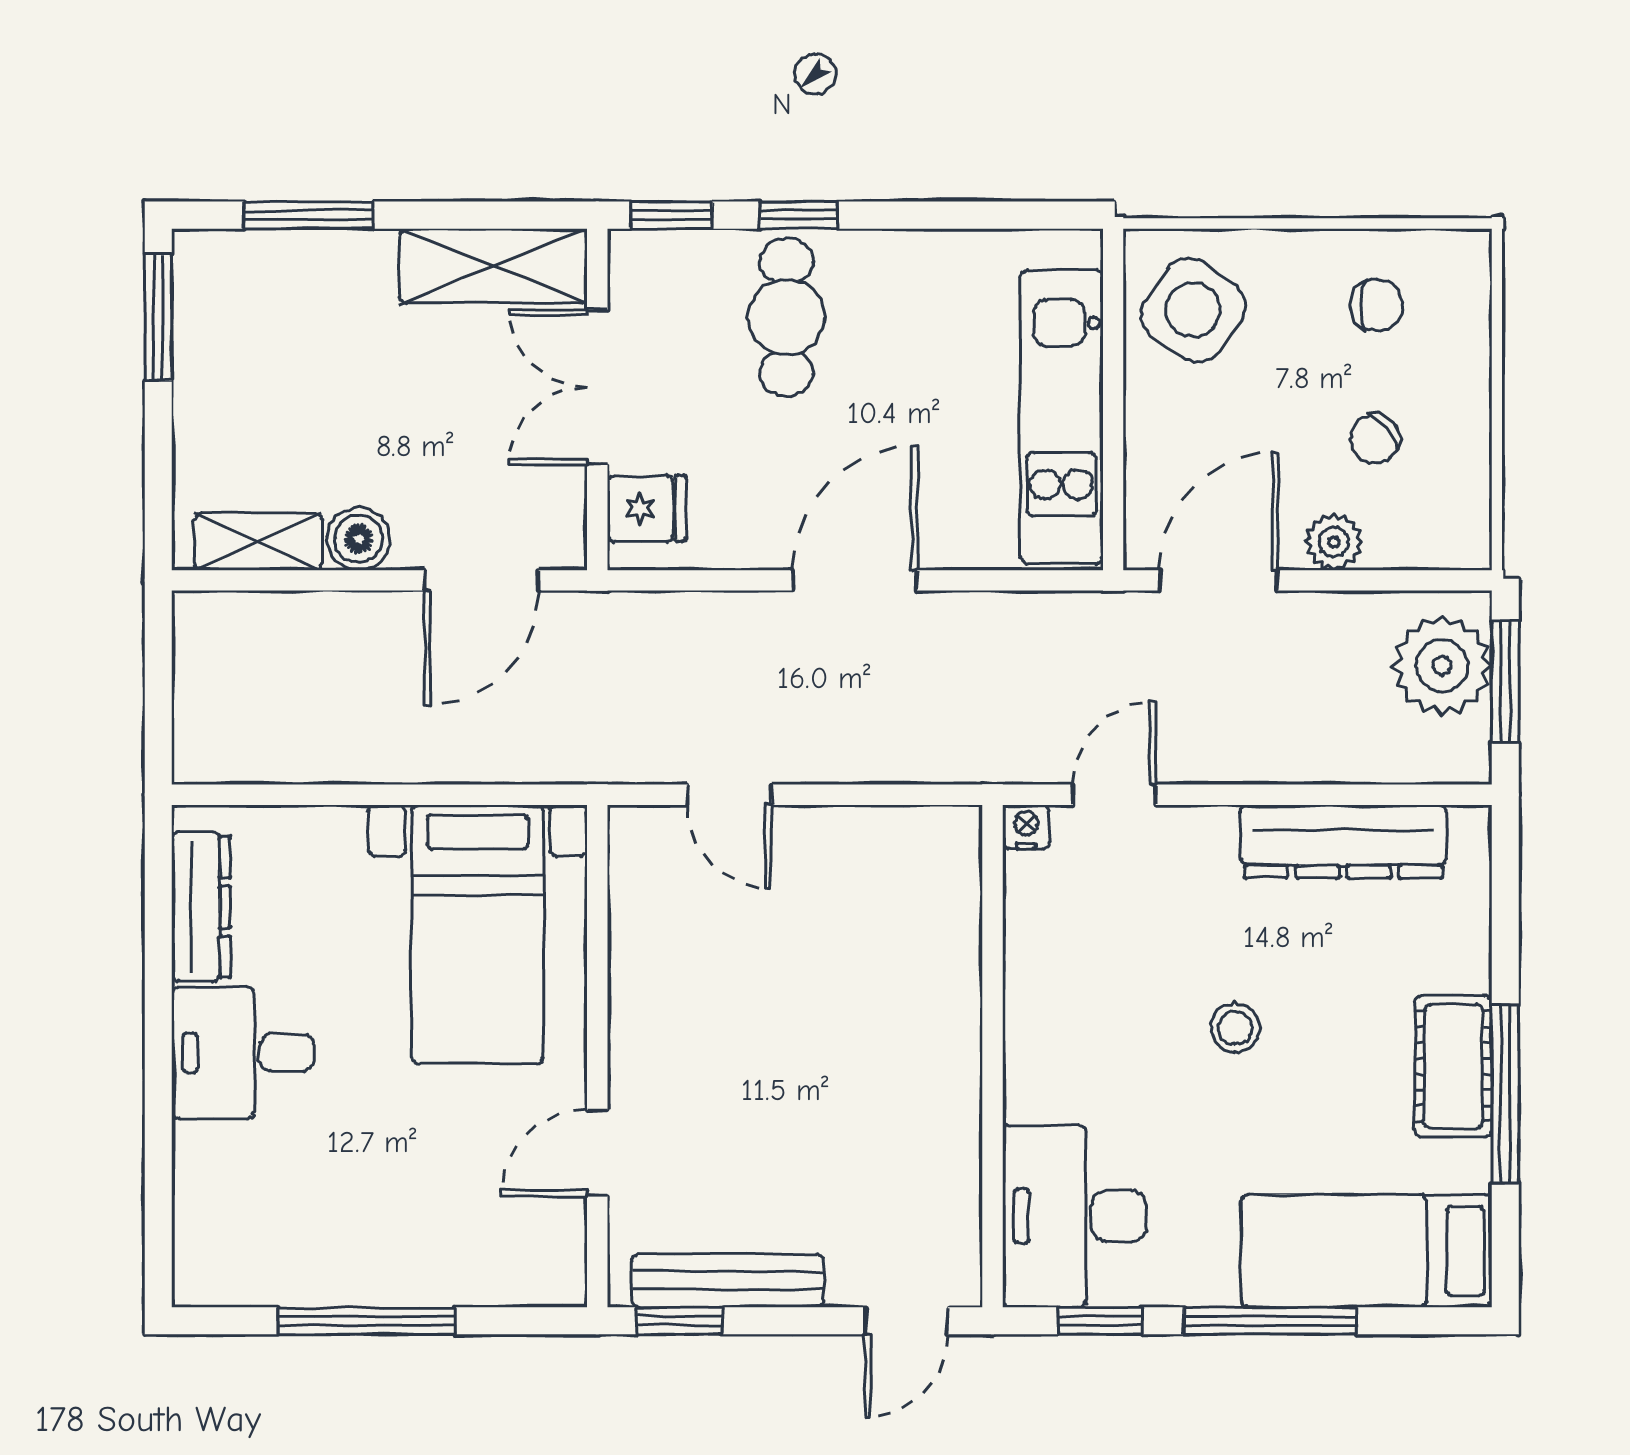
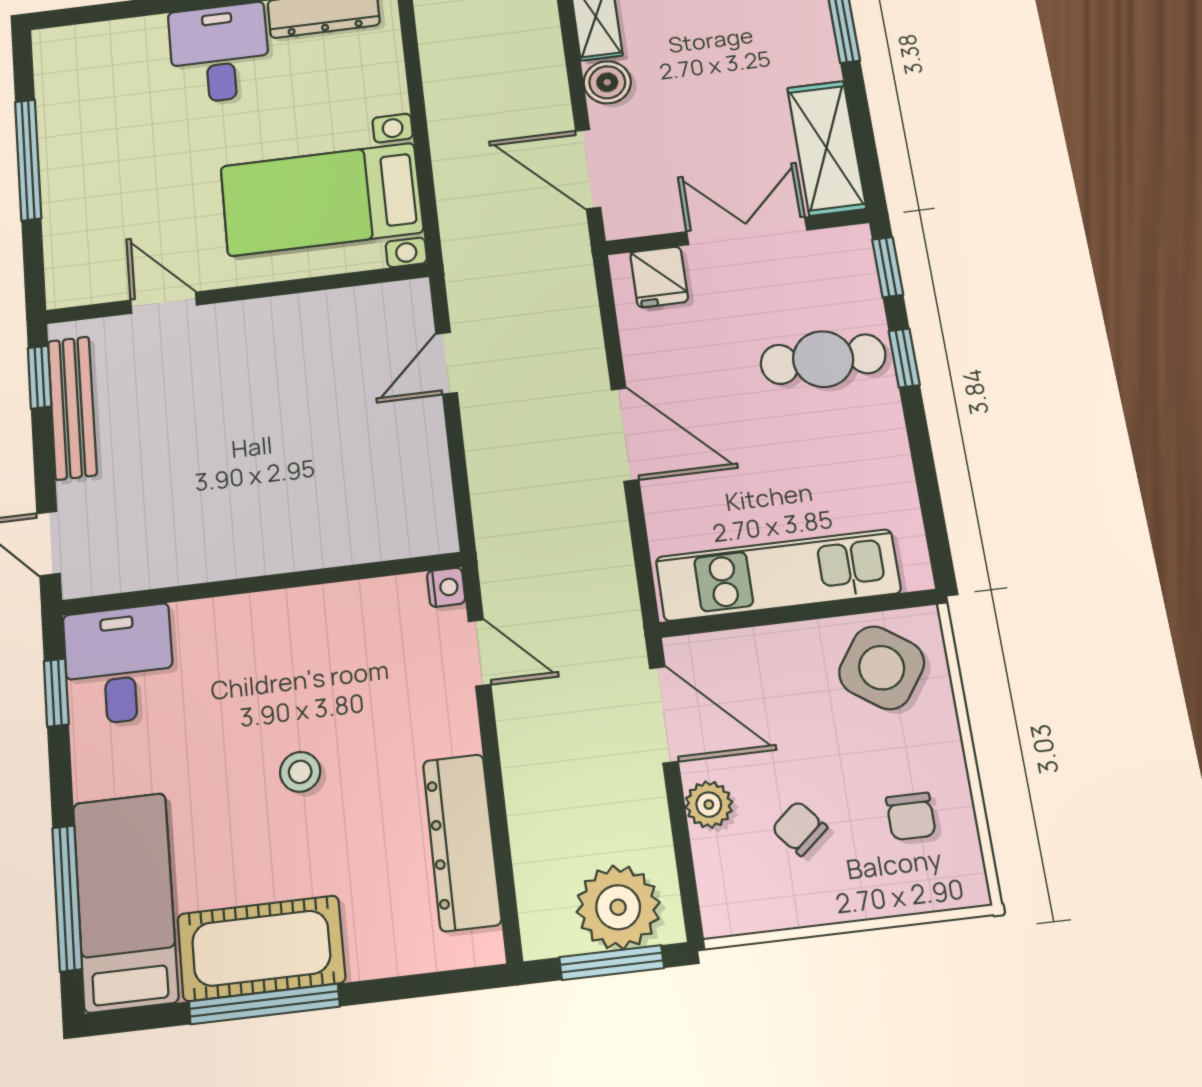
cot: (1453, 1066) -> (261, 948), width x1.37, depth x1.34
desk: (1074, 1216) -> (119, 665), width x0.73
window: (1270, 1321) -> (67, 898), moved

